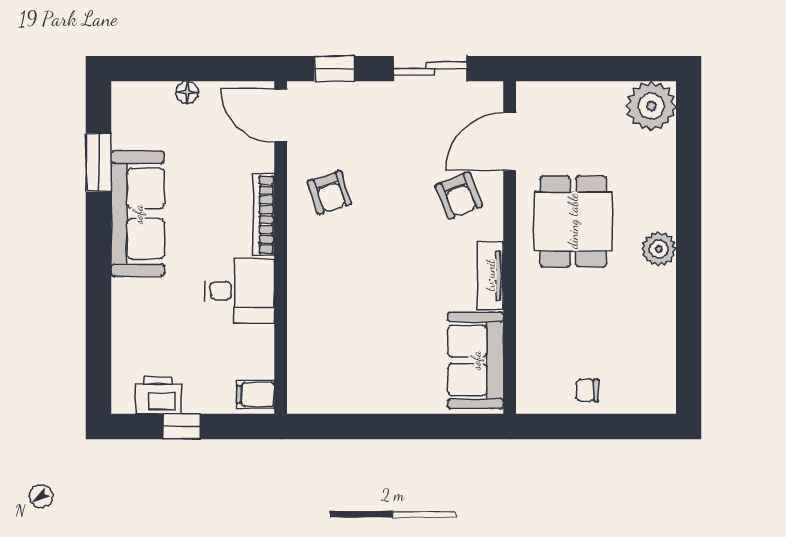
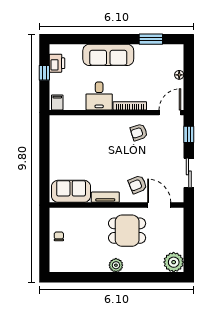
sofa: (138, 214) -> (108, 55), moved

